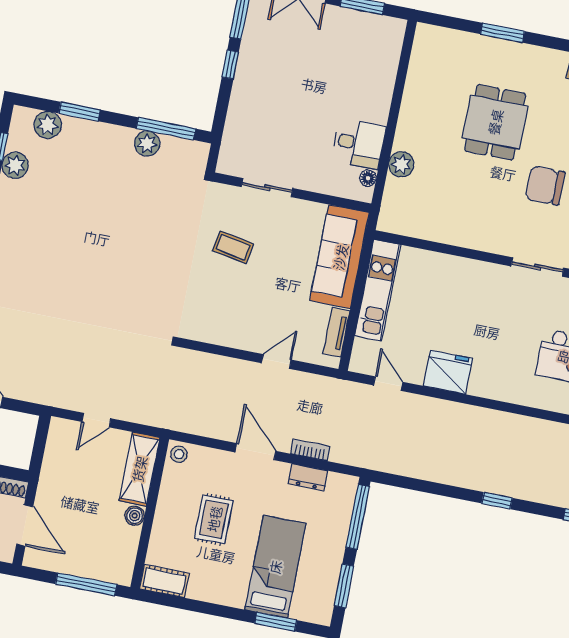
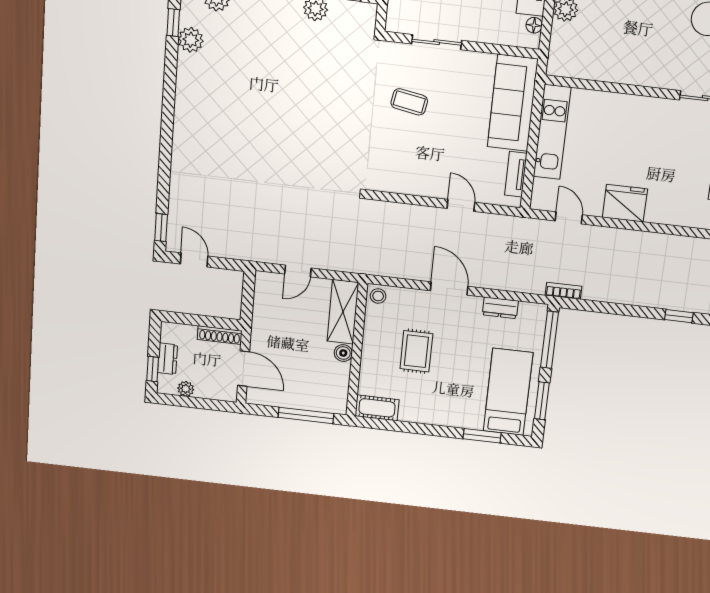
door: (276, 361) -> (461, 205), hinge flipped
bookcase: (310, 450) -> (564, 291), moved
bed: (275, 567) -> (508, 392), moved

